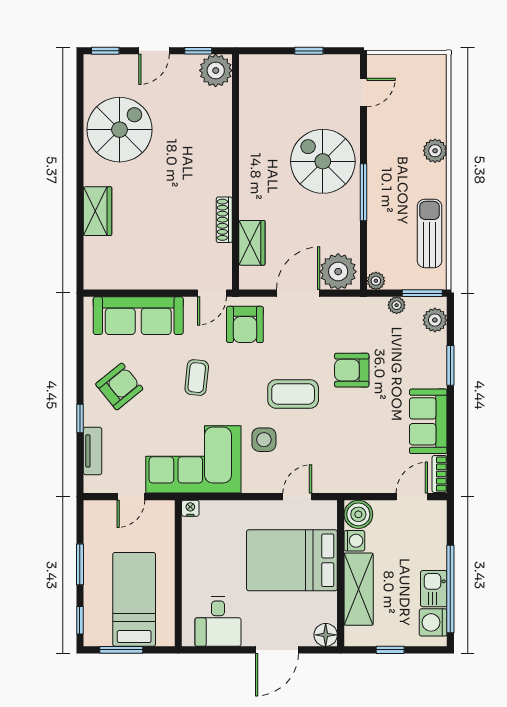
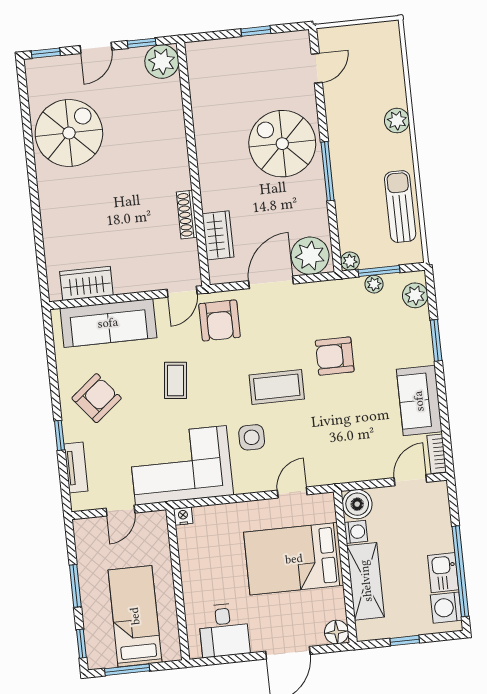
wardrobe: (98, 211) -> (86, 283), moved, turned -90
window: (422, 293) -> (379, 271), moved

